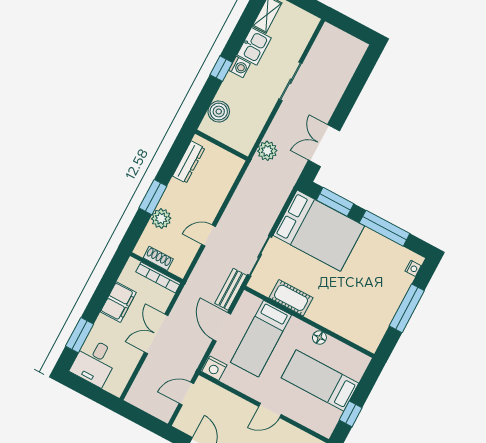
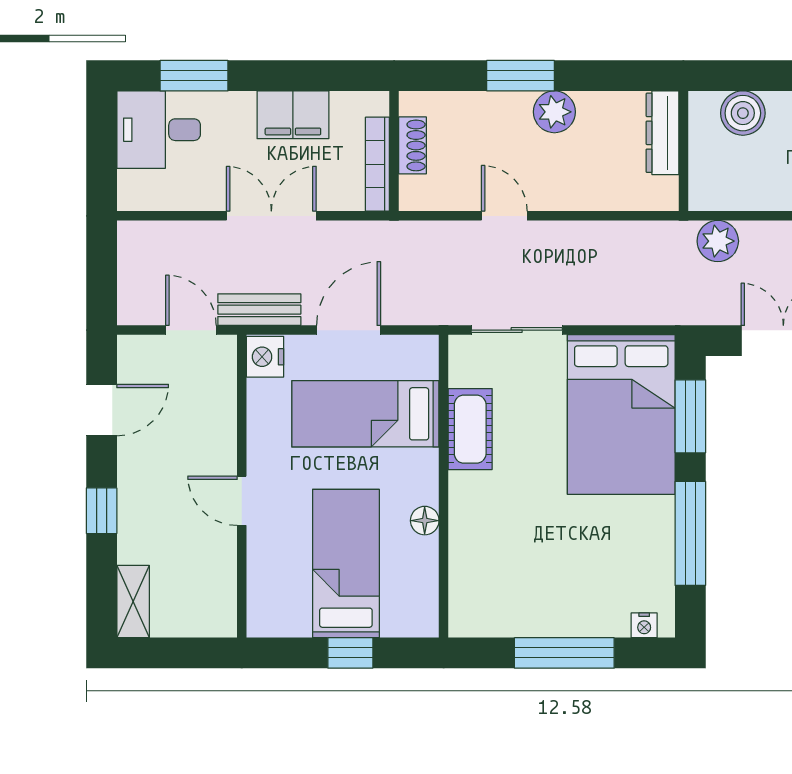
dresser: (189, 162) -> (662, 133), moved, turned 90
plant: (161, 219) -> (554, 112), moved
bench: (231, 289) -> (259, 310), moved
window: (351, 414) -> (350, 653), moved

